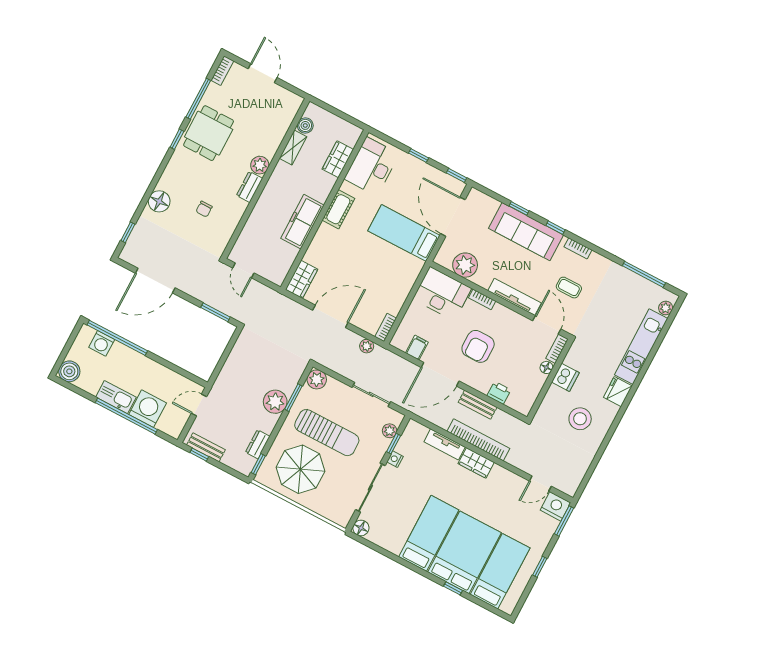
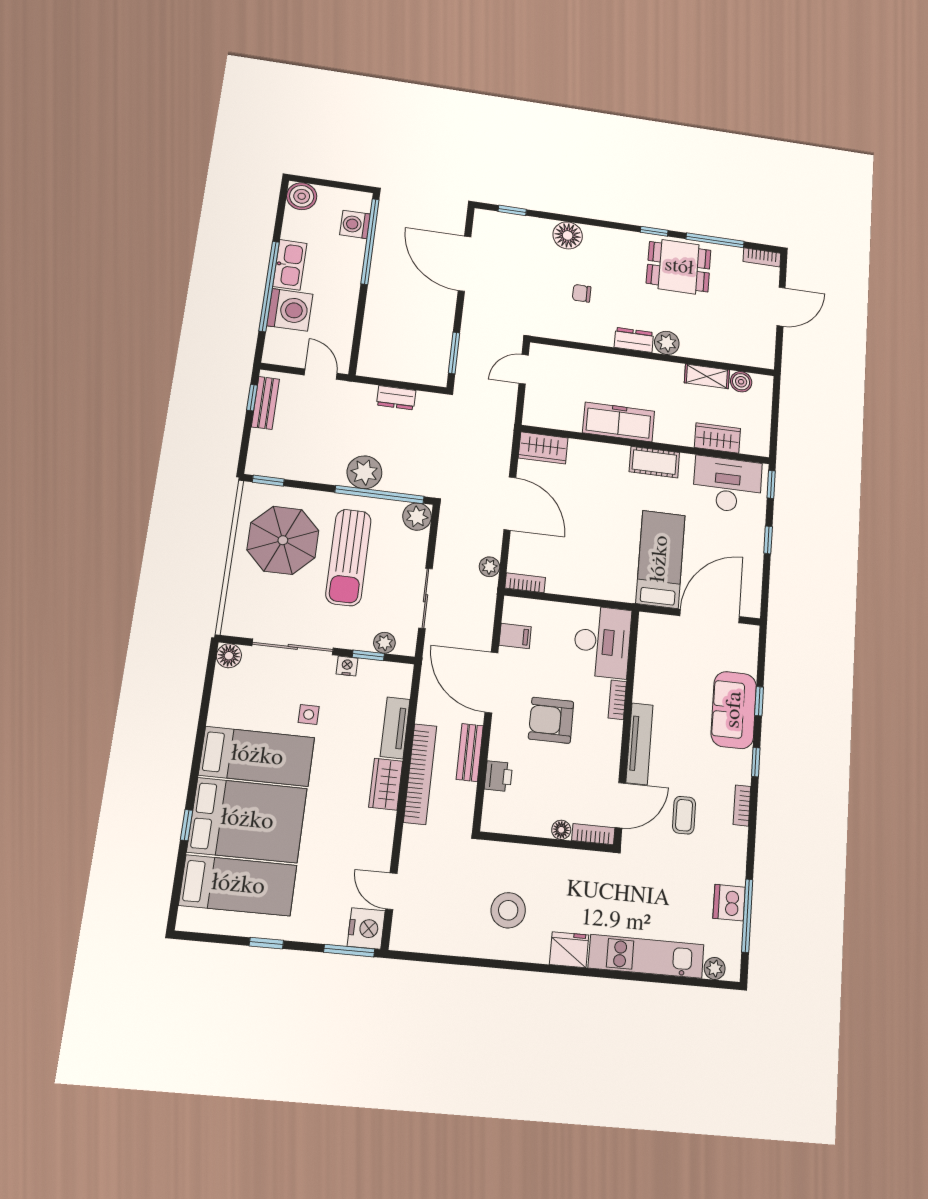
window: (456, 175) -> (771, 484), moved
sofa: (526, 232) -> (734, 710), width x0.73
plant: (465, 265) -> (653, 658), removed
dishwasher: (565, 377) -> (729, 903), moved, turned 90
window: (293, 398) -> (380, 495), width x2.11
dresser: (258, 444) -> (396, 398), moved, turned 180
side table: (416, 493) -> (309, 714), added

